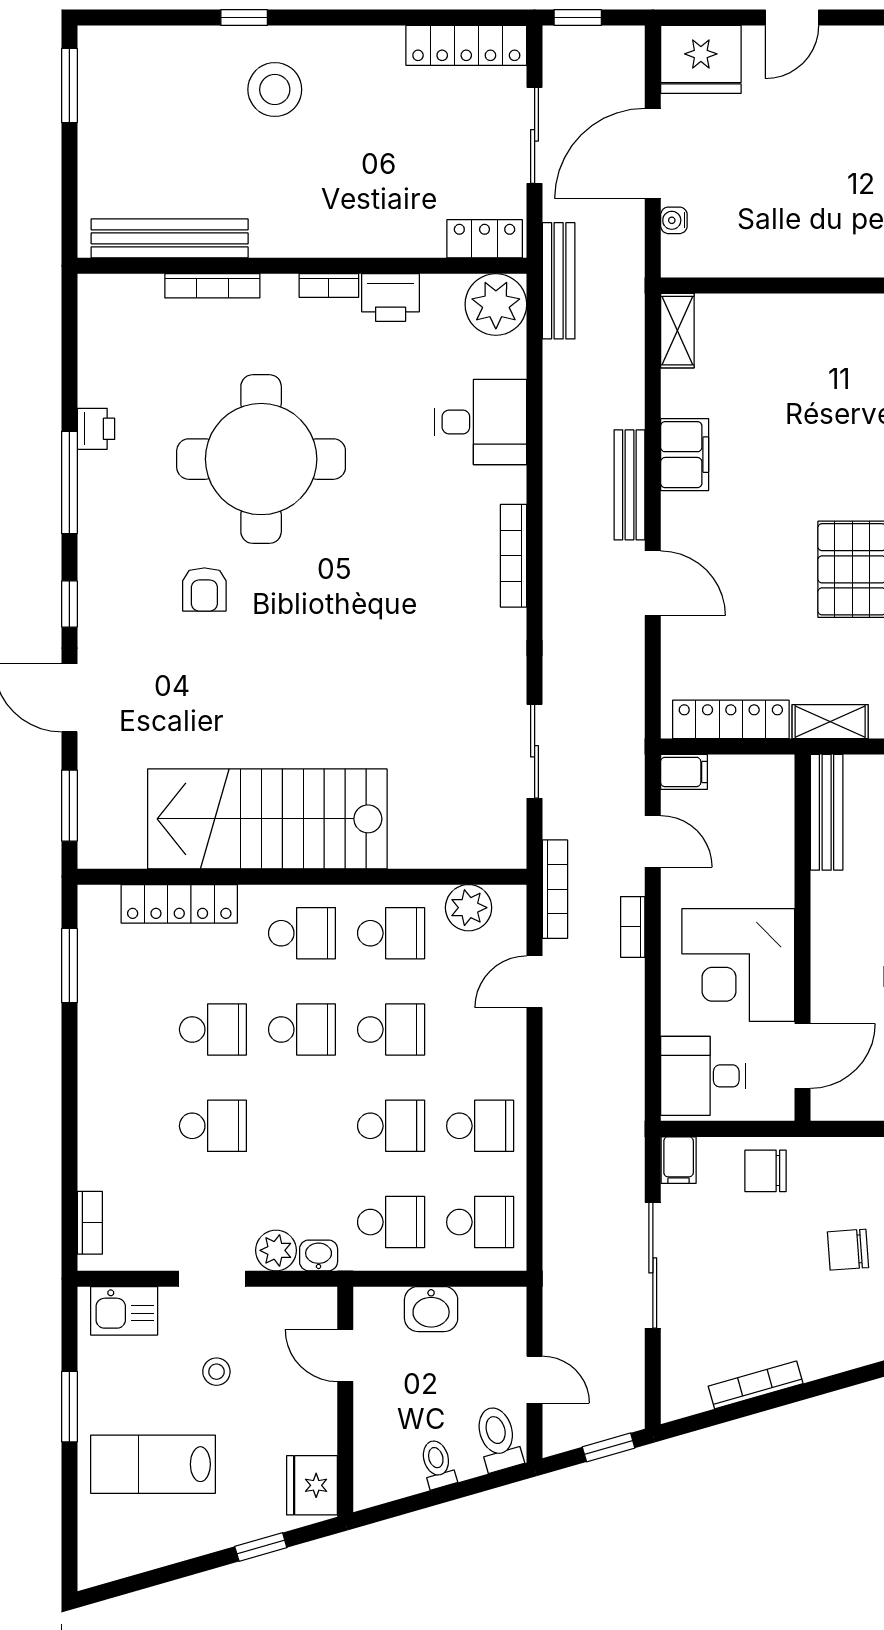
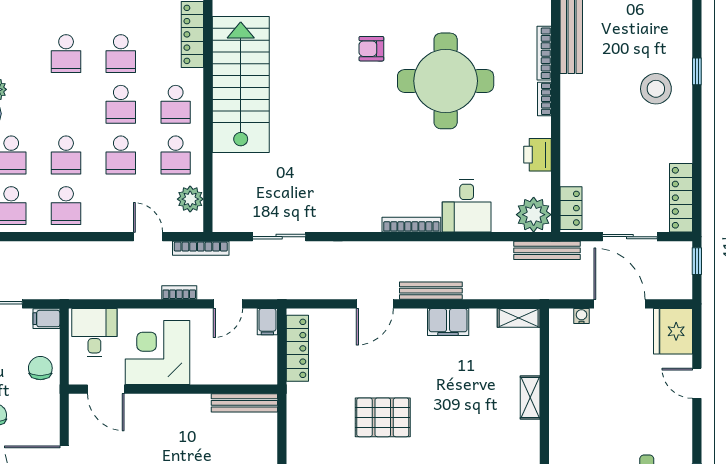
bookcase: (329, 286) -> (544, 99), moved
bookcase: (513, 556) -> (411, 225), moved
shelving: (830, 722) -> (530, 397), moved

